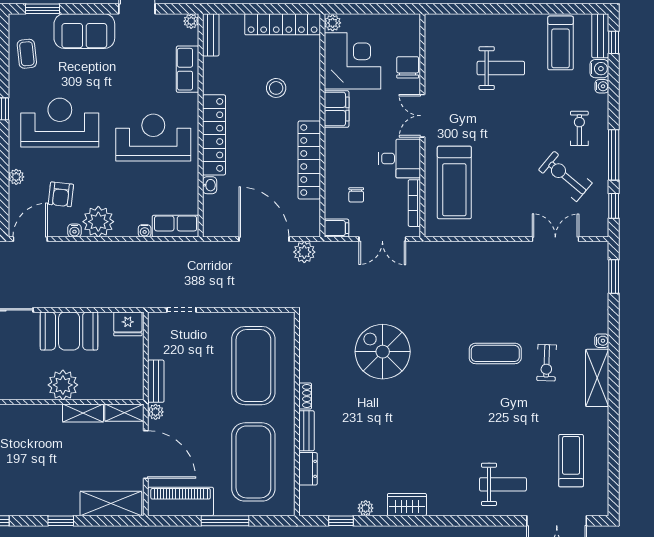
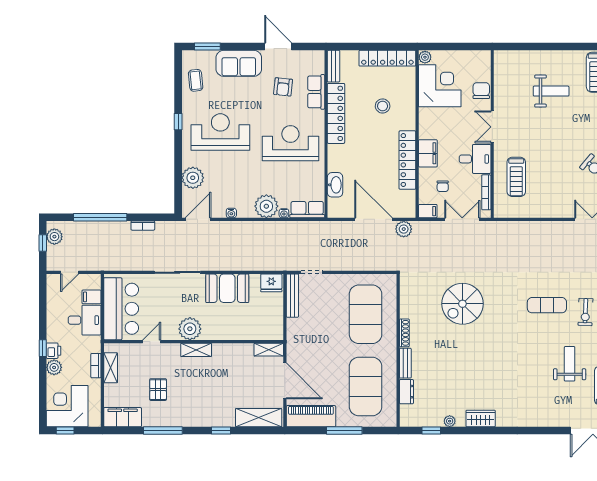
plant: (191, 21) -> (319, 56), removed
filing cabinet: (337, 109) -> (428, 153), moved
locker: (214, 135) -> (336, 113), moved
plant: (16, 177) -> (193, 178), width x1.88, depth x1.88
treadmill: (454, 182) -> (516, 177), width x0.73, depth x0.73
washbasin: (210, 185) -> (335, 185), width x1.91, depth x1.45
armchair: (61, 194) -> (283, 87), moved
plant: (98, 222) -> (266, 206), moved
double door: (382, 239) -> (462, 219), swing flipped
spiral stairs: (383, 352) -> (462, 304), turned -90
bench: (156, 381) -> (292, 296), moved, width x1.36
plant: (63, 385) -> (190, 329), moved
shoe rack: (305, 396) -> (404, 333), width x1.43
plant: (156, 412) -> (292, 349), removed
shelving: (83, 413) -> (196, 350), moved
weight bench: (503, 484) -> (570, 364), moved, turned -90

